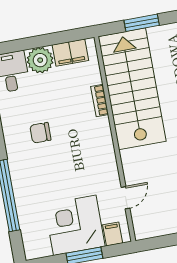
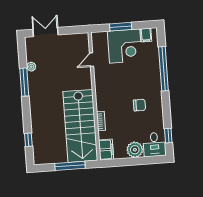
window: (142, 23) -> (70, 166), width x1.44
filing cabinet: (70, 53) -> (106, 150), moved, turned 90
filing cabinet: (113, 234) -> (146, 35), moved

